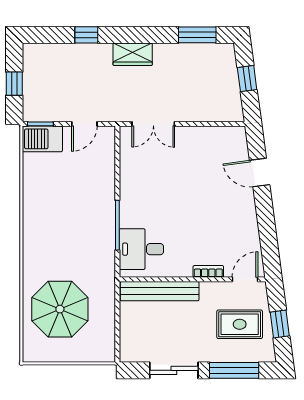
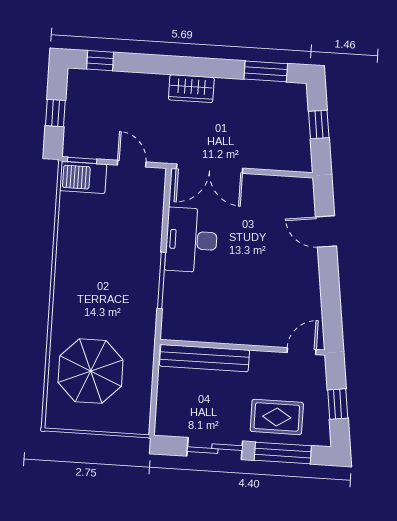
window: (86, 35) -> (100, 61), moved
door: (84, 124) -> (132, 164), swing flipped
double door: (153, 124) -> (210, 169), width x1.37
desk: (141, 249) -> (191, 240), moved, width x1.37
bookcase: (208, 271) -> (261, 339), removed
rug: (240, 324) -> (277, 417), moved

